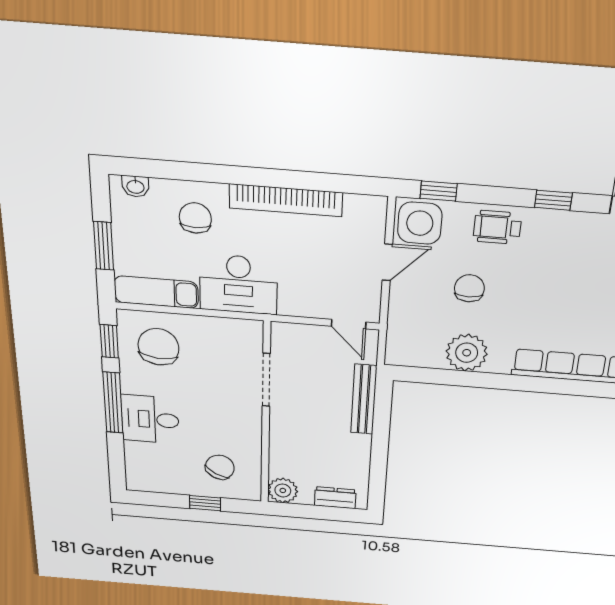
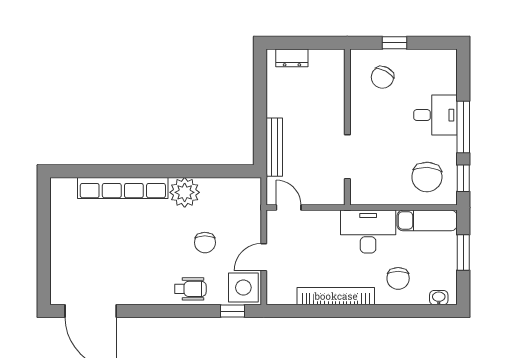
window: (553, 200) -> (155, 311), removed
plant: (467, 353) -> (185, 192), moved
plant: (283, 490) -> (333, 61), removed

